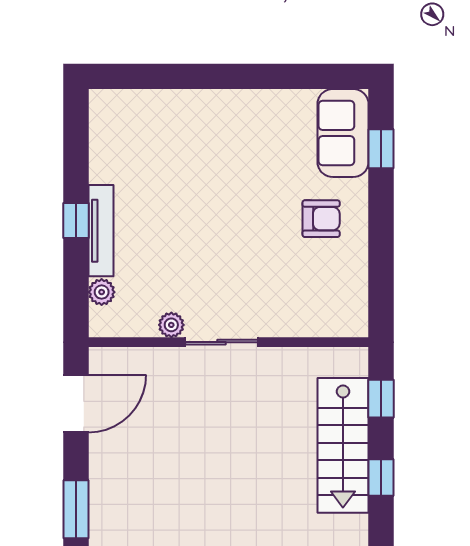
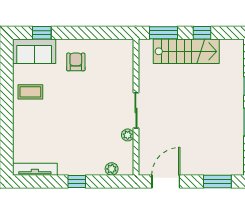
coffee table: (260, 125) -> (30, 92), added
tv unit: (101, 231) -> (35, 169), moved
window: (381, 399) -> (163, 33), width x1.50
door: (76, 403) -> (166, 181), hinge flipped

